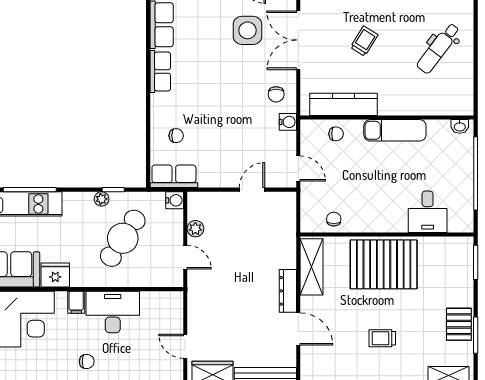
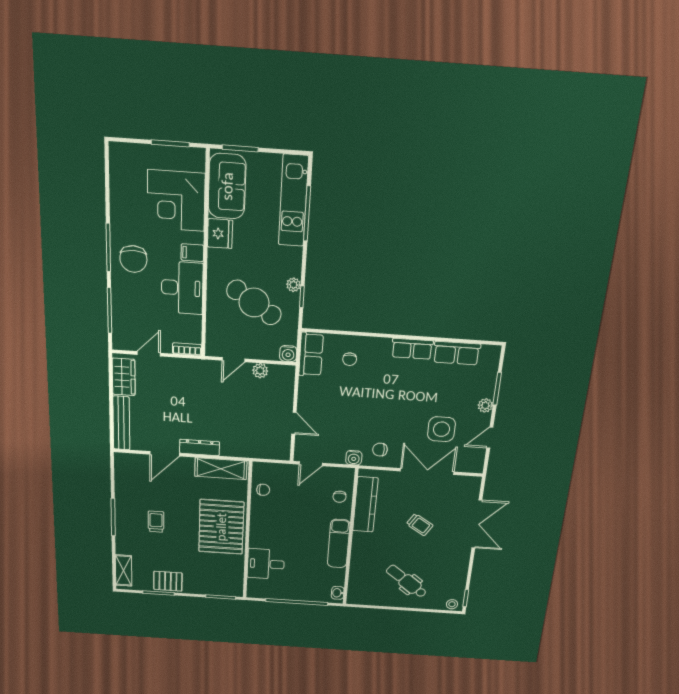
bookcase: (177, 306) -> (187, 349), added
chair: (87, 362) -> (133, 259), width x1.87, depth x1.87

